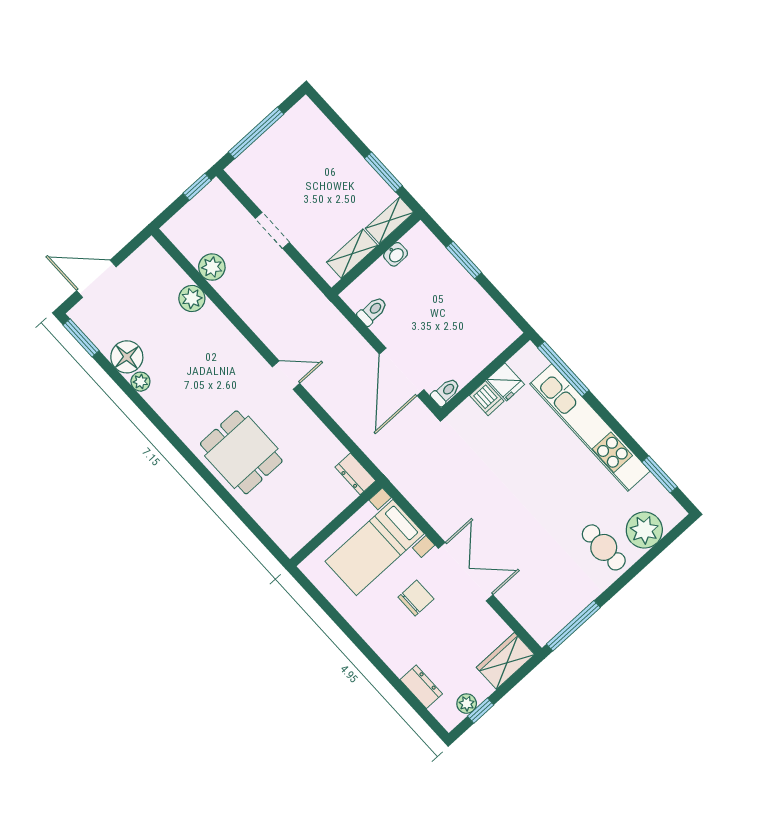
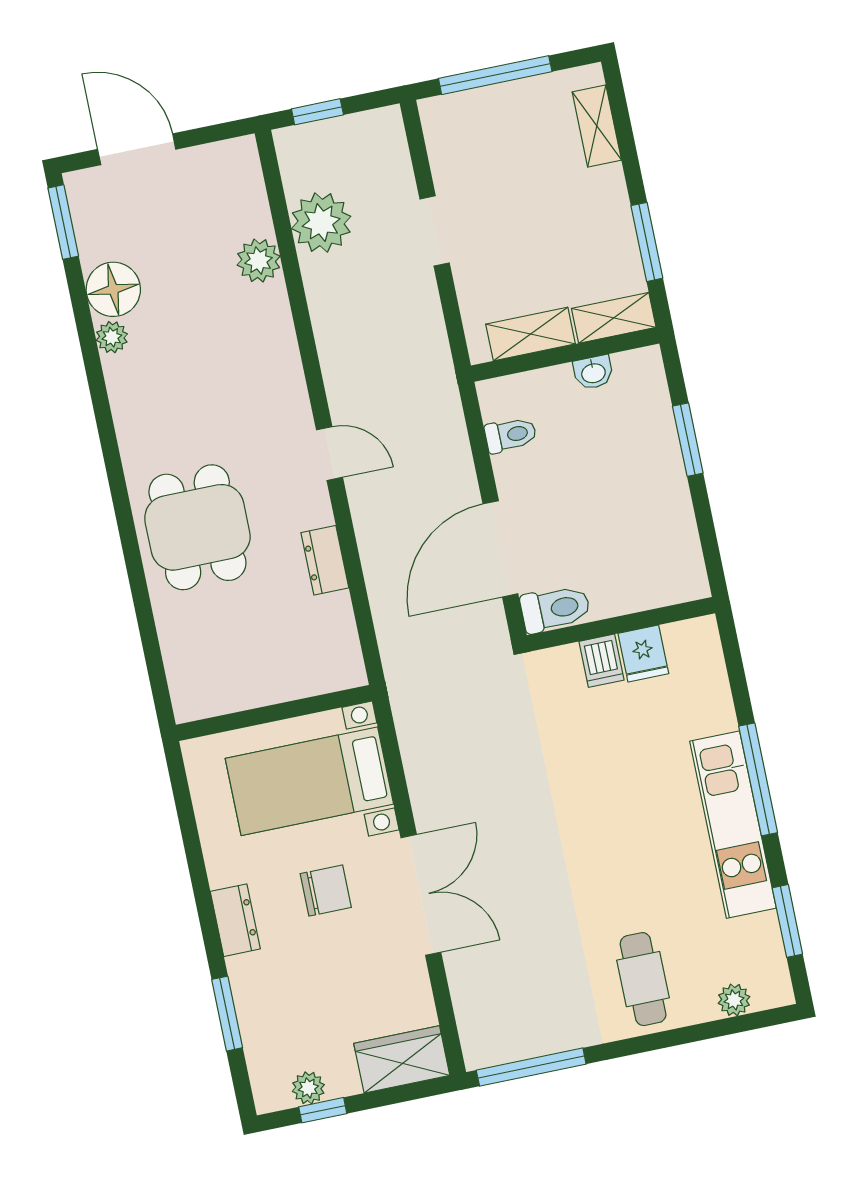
shelving: (323, 128) -> (597, 126), added
window: (197, 187) -> (317, 112), moved
plant: (212, 267) -> (321, 223), width x1.36, depth x1.36
window: (563, 369) -> (758, 779), moved
toilet: (446, 392) -> (555, 609), width x1.37, depth x1.39
kitchen unit: (590, 427) -> (733, 825), width x0.73
dresser: (355, 474) -> (325, 560), moved
plant: (644, 530) -> (734, 1000), width x0.53, depth x0.53
dresser: (421, 687) -> (235, 920), moved
window: (403, 690) -> (227, 1014), added

